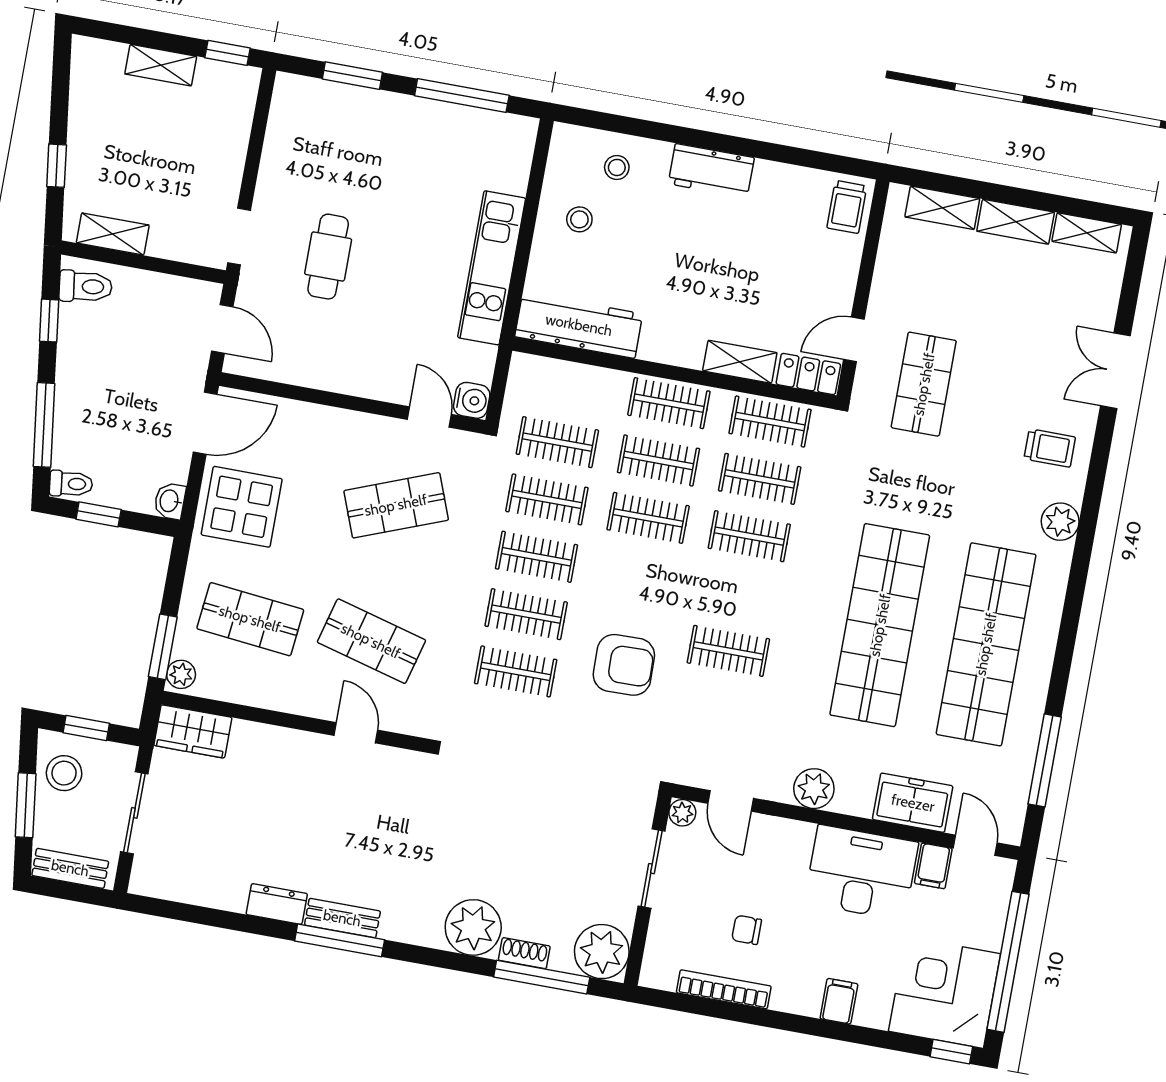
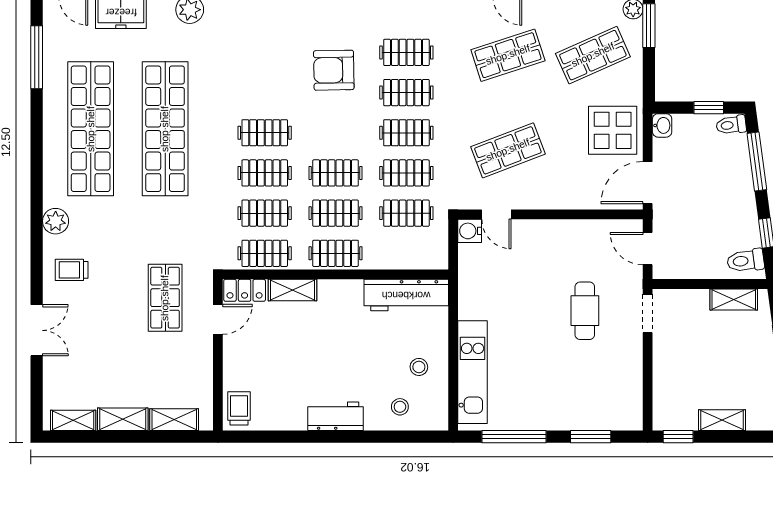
kitchen unit: (492, 268) -> (473, 372), moved
shop shelf: (250, 619) -> (593, 55), turned -30
shop shelf: (371, 641) -> (508, 55), turned -33
clothes rail: (728, 651) -> (265, 133), moved

